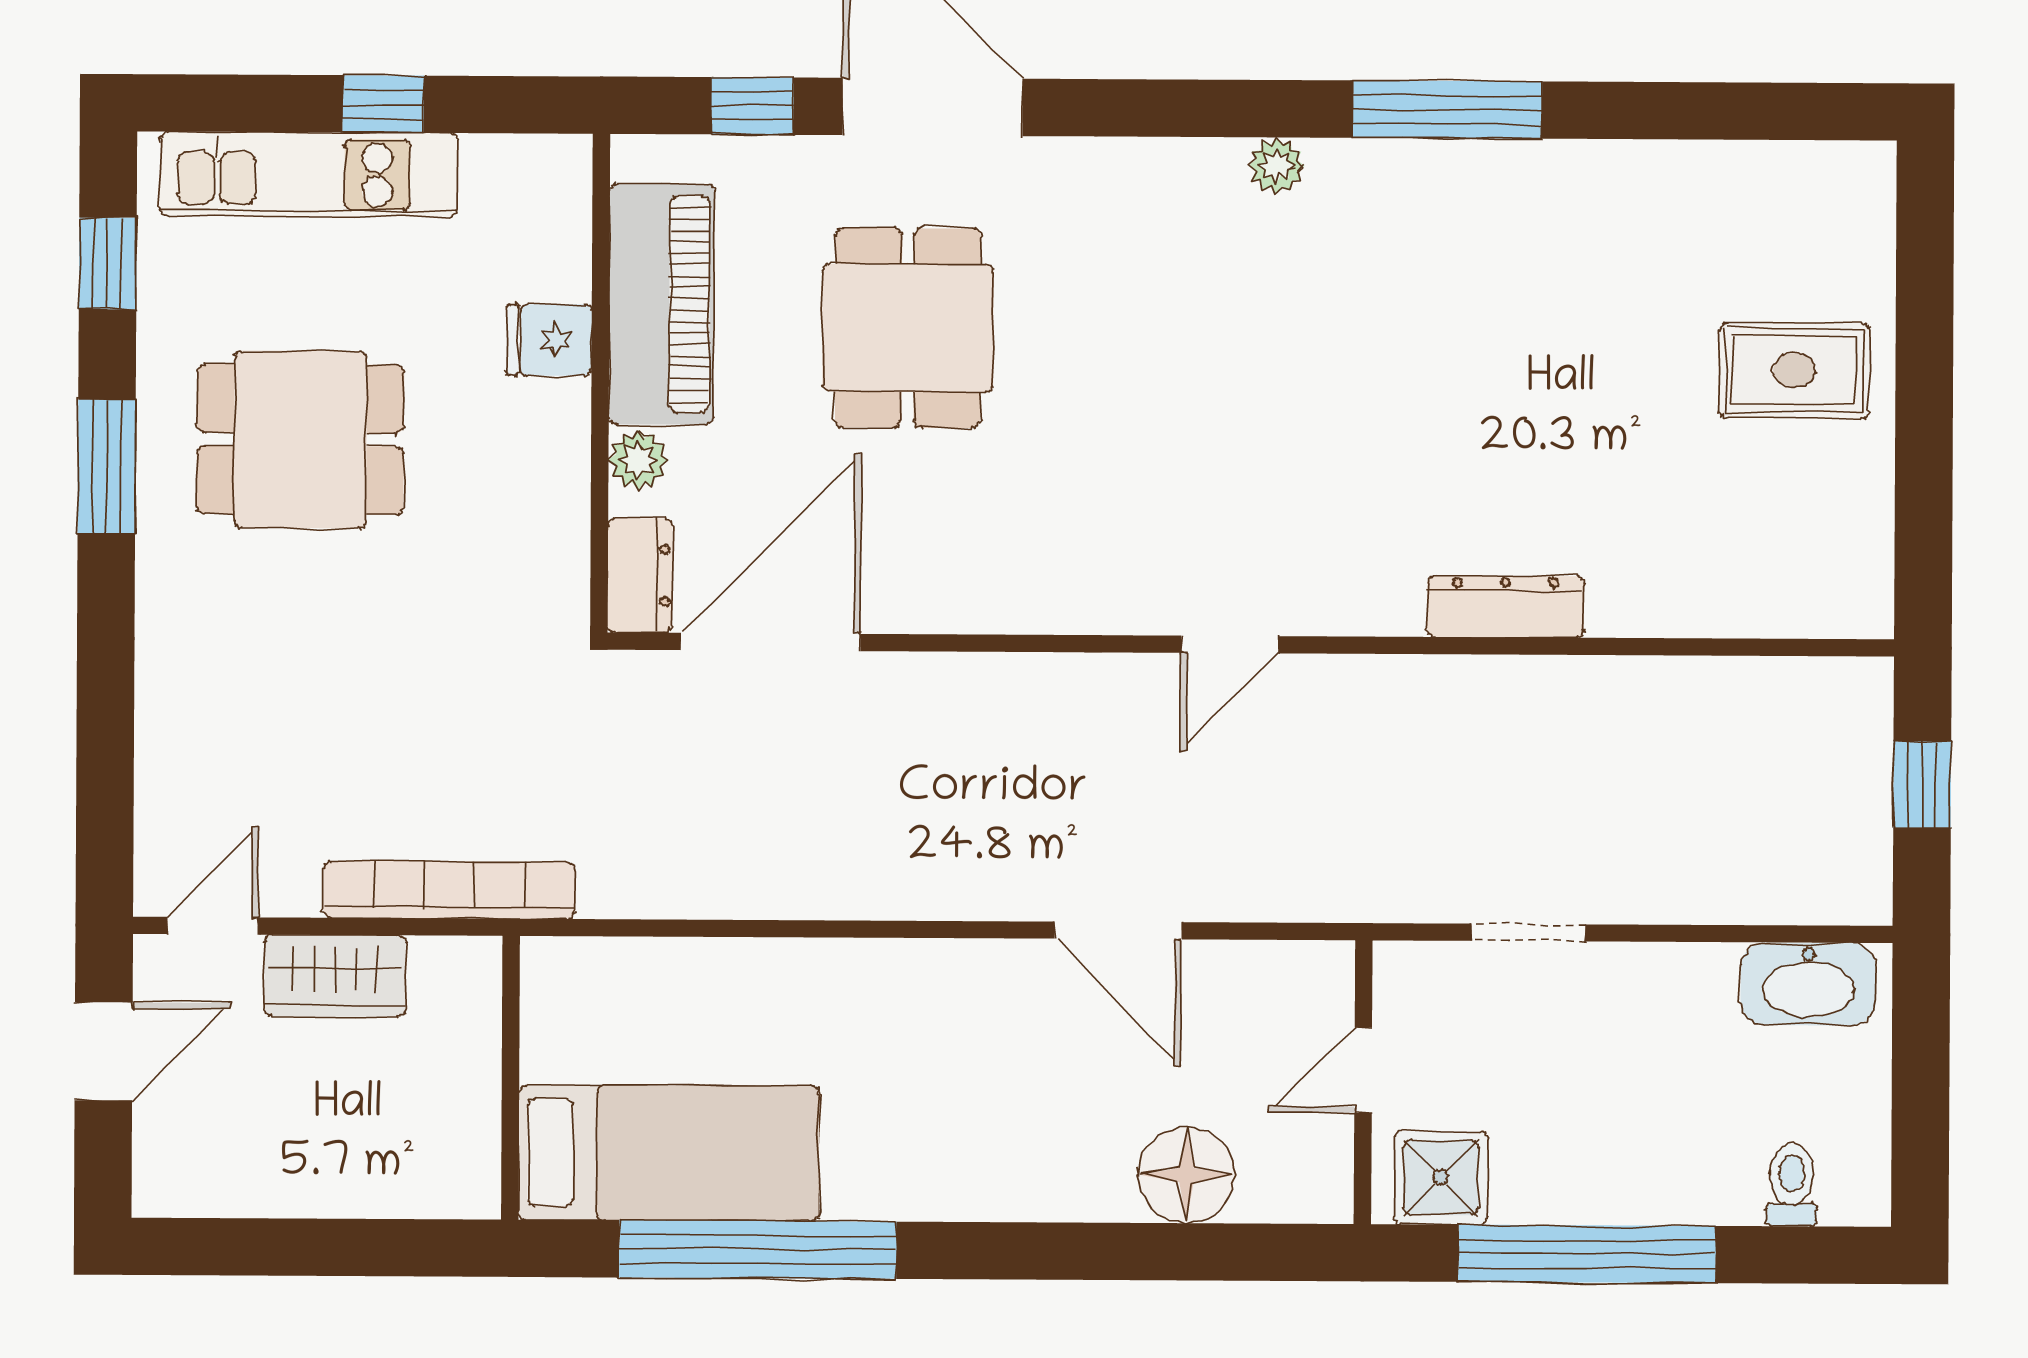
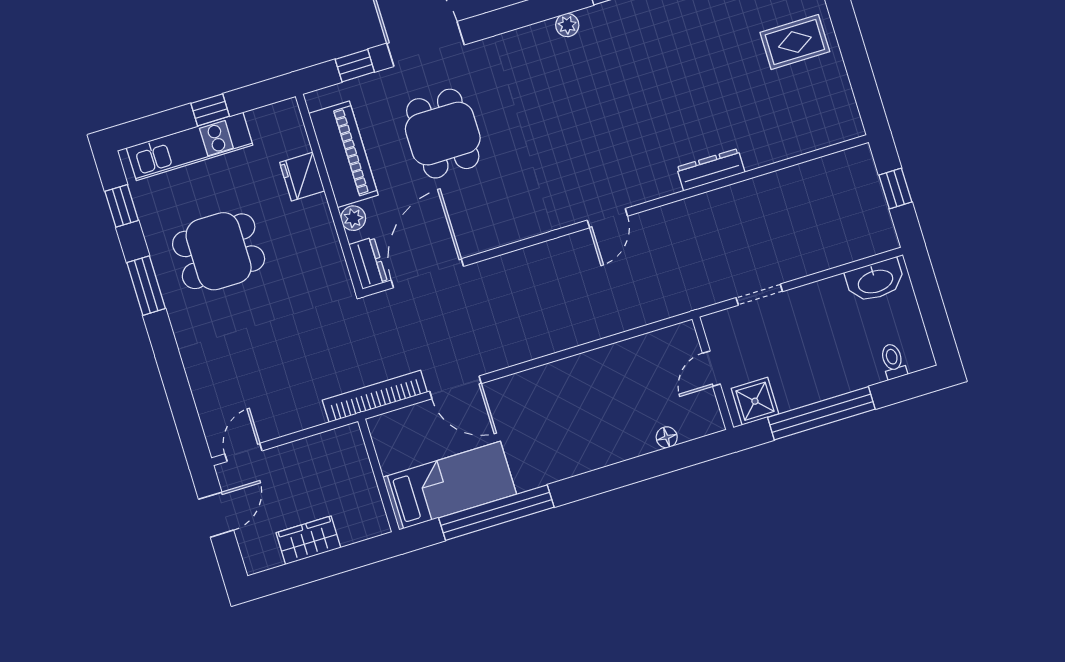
fridge: (549, 340) -> (302, 177), width x1.38
bookcase: (449, 890) -> (375, 396), moved
door: (1118, 930) -> (455, 387), moved
wardrobe: (335, 976) -> (308, 540), moved, turned 180
floor lamp: (1187, 1175) -> (667, 437), width x0.53, depth x0.53

